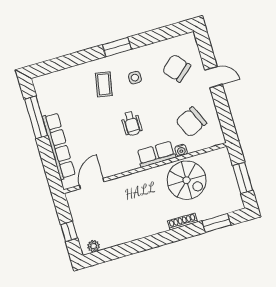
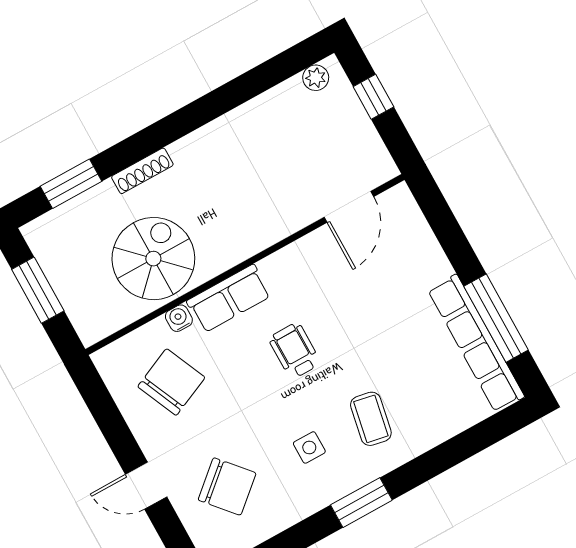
row of seats: (59, 146) -> (476, 343), moved
spiral stairs: (187, 180) -> (153, 259), turned 90

